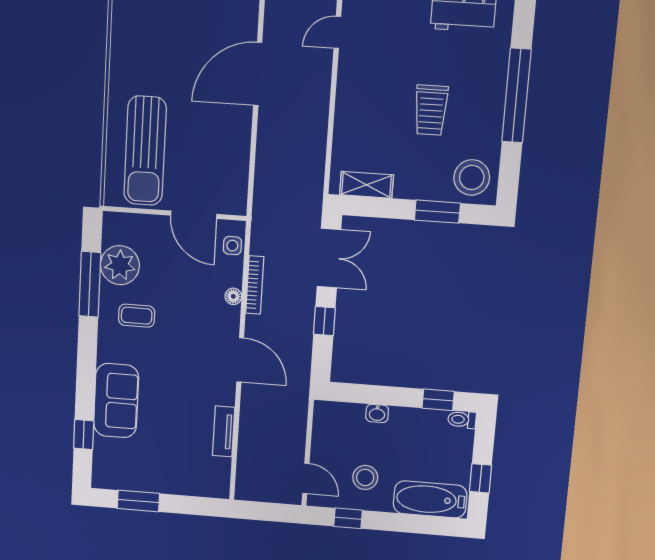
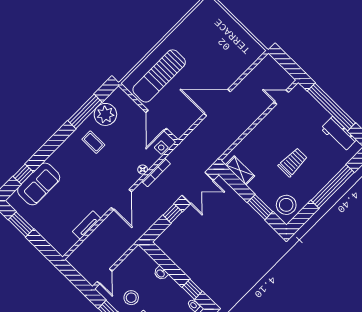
door: (258, 74) -> (217, 103), moved
trolley: (431, 110) -> (293, 162), turned 180
sofa: (116, 401) -> (39, 184), moved

